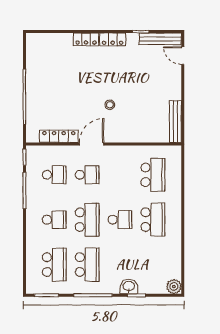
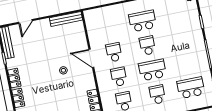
door: (183, 55) -> (25, 21), moved
door: (92, 144) -> (91, 58), moved
school desk: (153, 175) -> (114, 52), moved, width x0.54
school desk: (87, 265) -> (186, 63), removed
washbasin: (129, 286) -> (196, 29), removed

